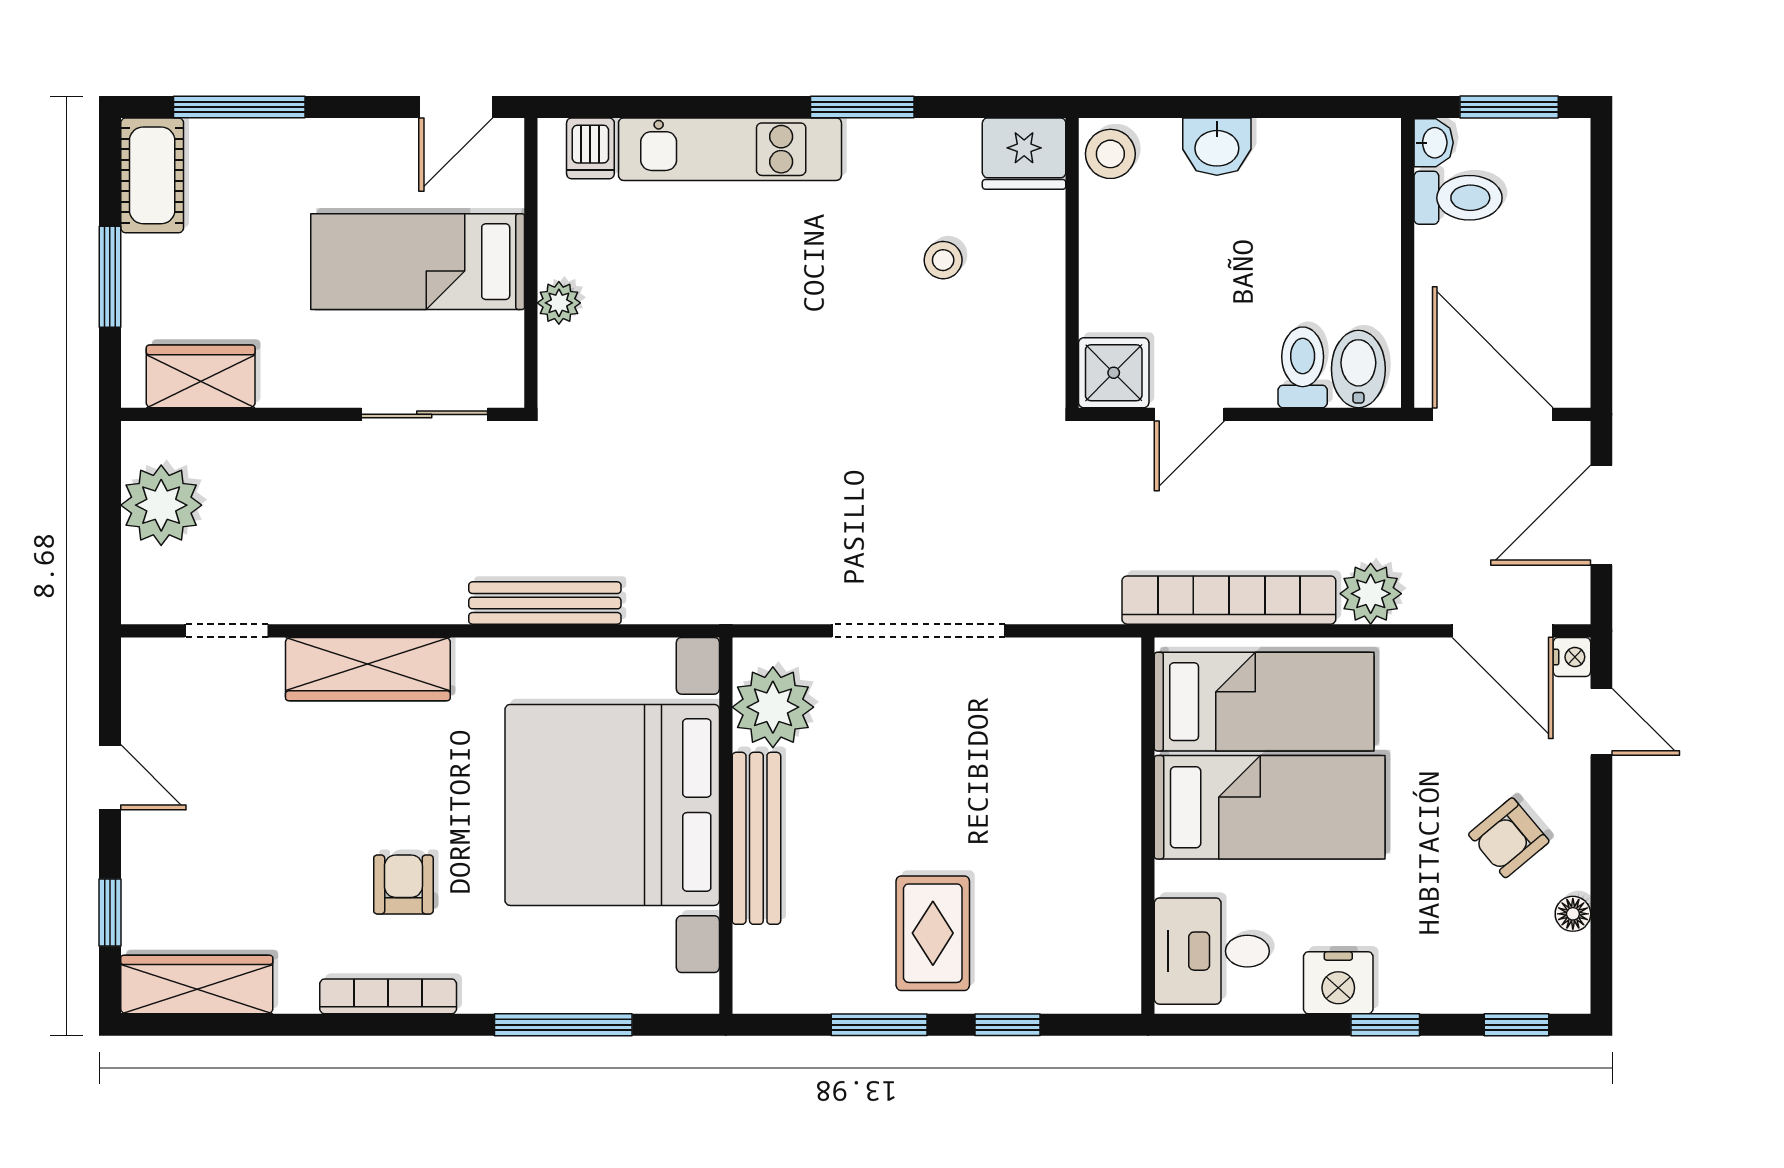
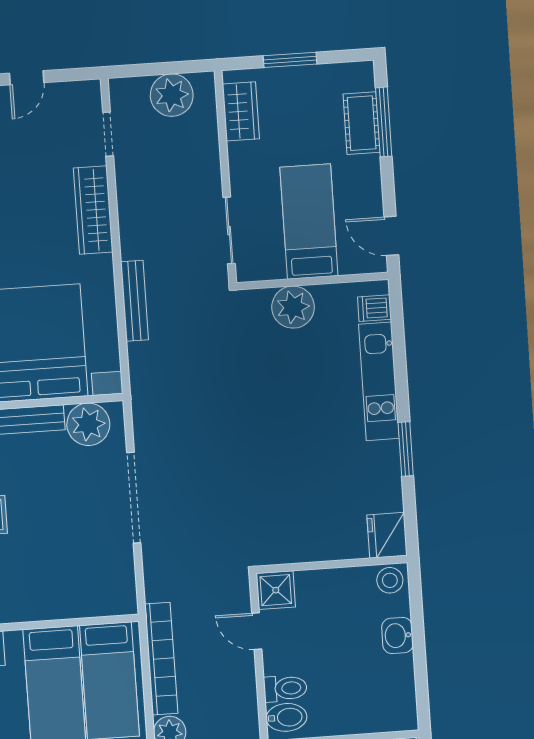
cot: (152, 175) -> (362, 123), moved, turned 90
stool: (943, 260) -> (329, 497), removed
plant: (559, 303) -> (293, 307), width x1.87, depth x1.87

